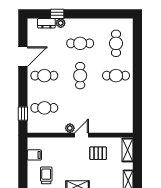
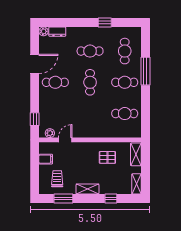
window: (57, 14) -> (105, 23), moved
plant: (61, 23) -> (44, 31), moved
window: (137, 64) -> (145, 71), added
cafe table: (44, 108) -> (125, 114), moved
plant: (70, 128) -> (50, 133), moved
door: (81, 135) -> (65, 140), moved

